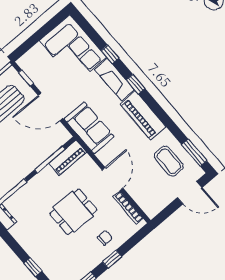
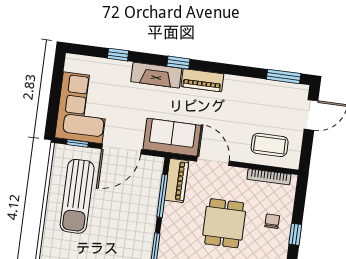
corner sofa: (73, 49) -> (83, 108), moved, turned -90
window: (110, 54) -> (118, 55), moved
piano: (143, 115) -> (202, 80), width x0.73, depth x0.75
coffee table: (169, 161) -> (270, 145), moved
door: (112, 179) -> (213, 161), moved

